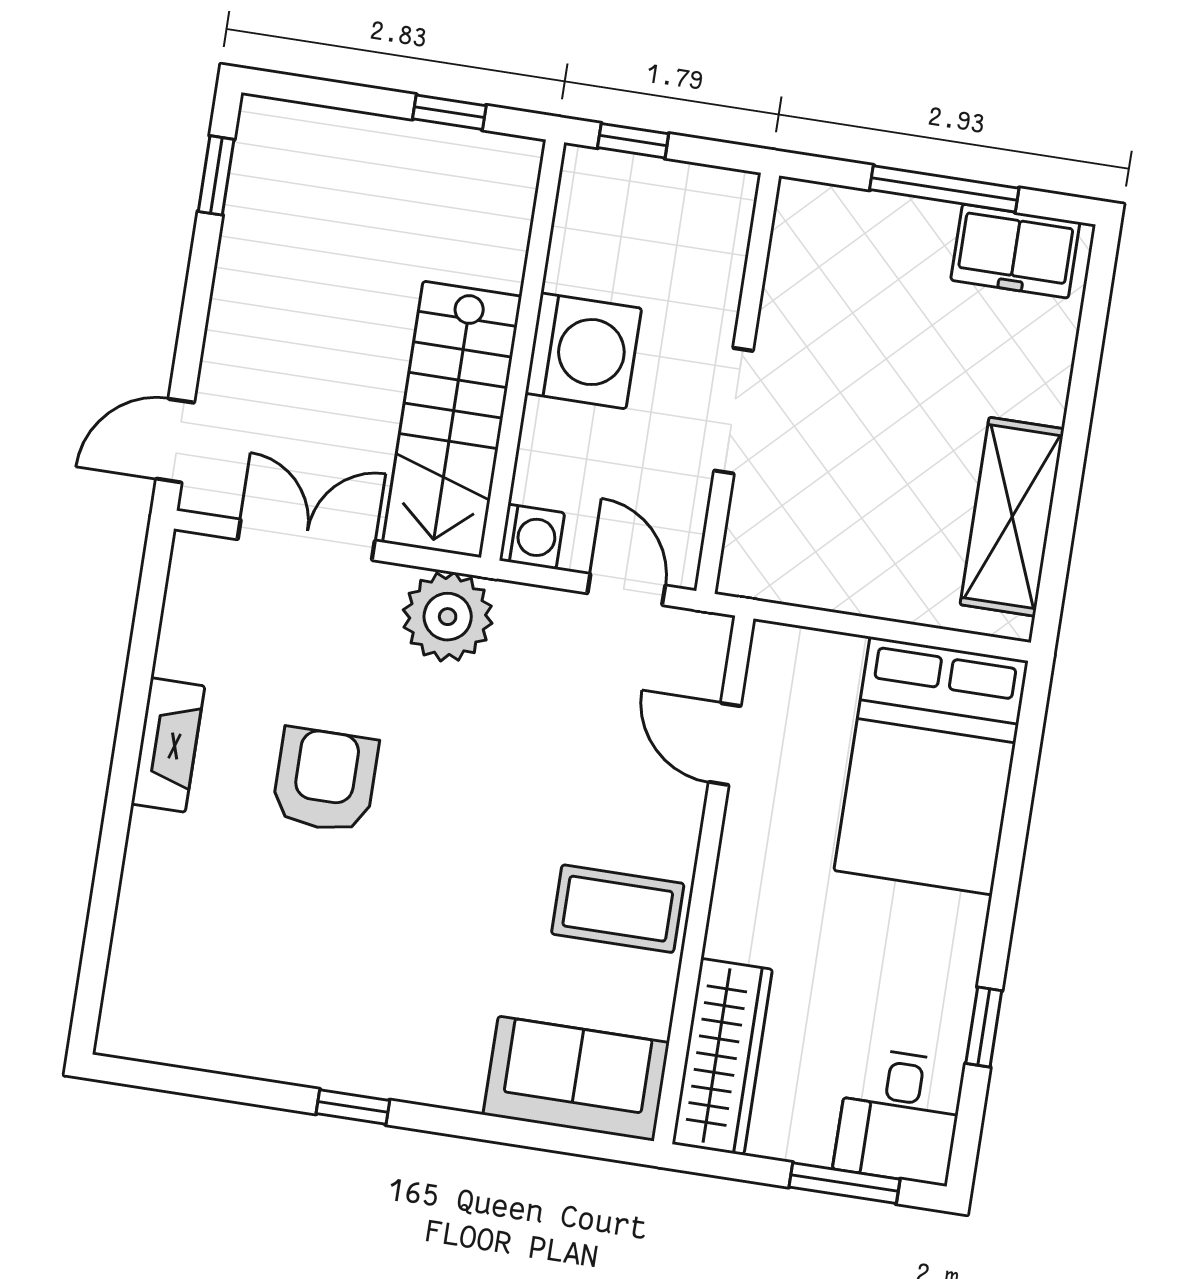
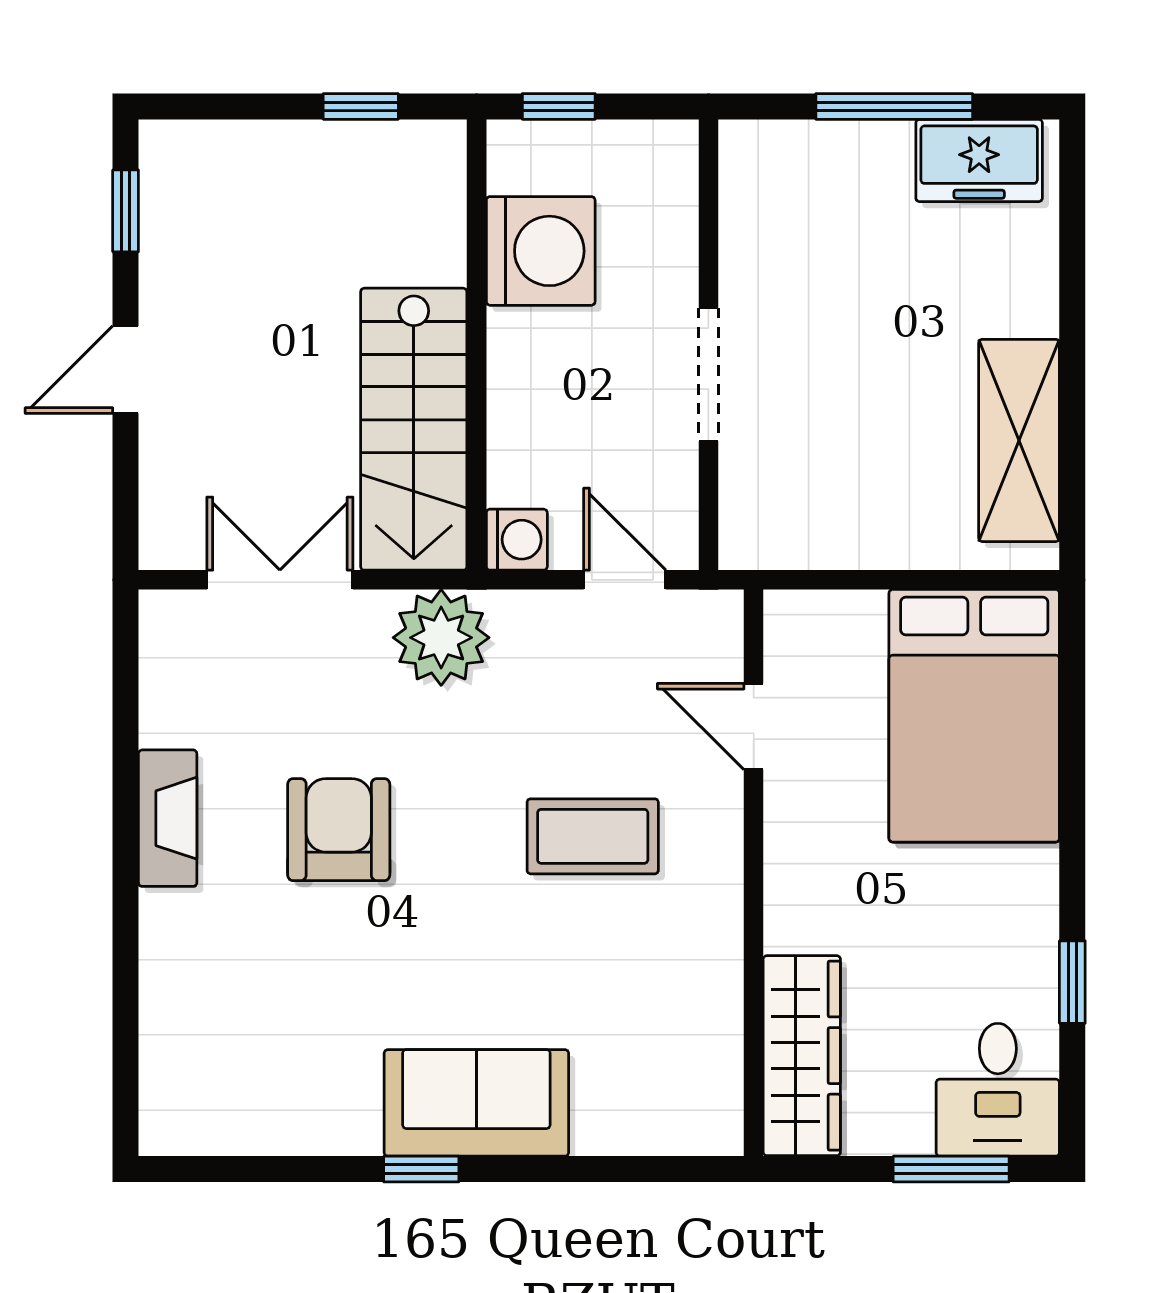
washing machine: (583, 351) -> (541, 251), moved
door: (175, 441) -> (126, 370), moved
coffee table: (618, 909) -> (593, 836), moved
sofa: (576, 1079) -> (476, 1103), moved

